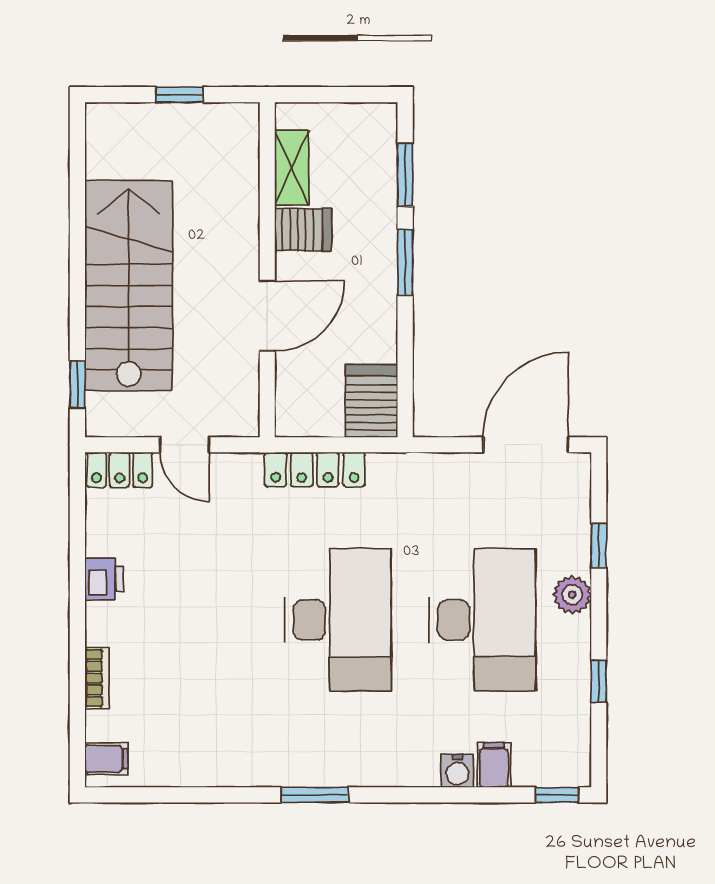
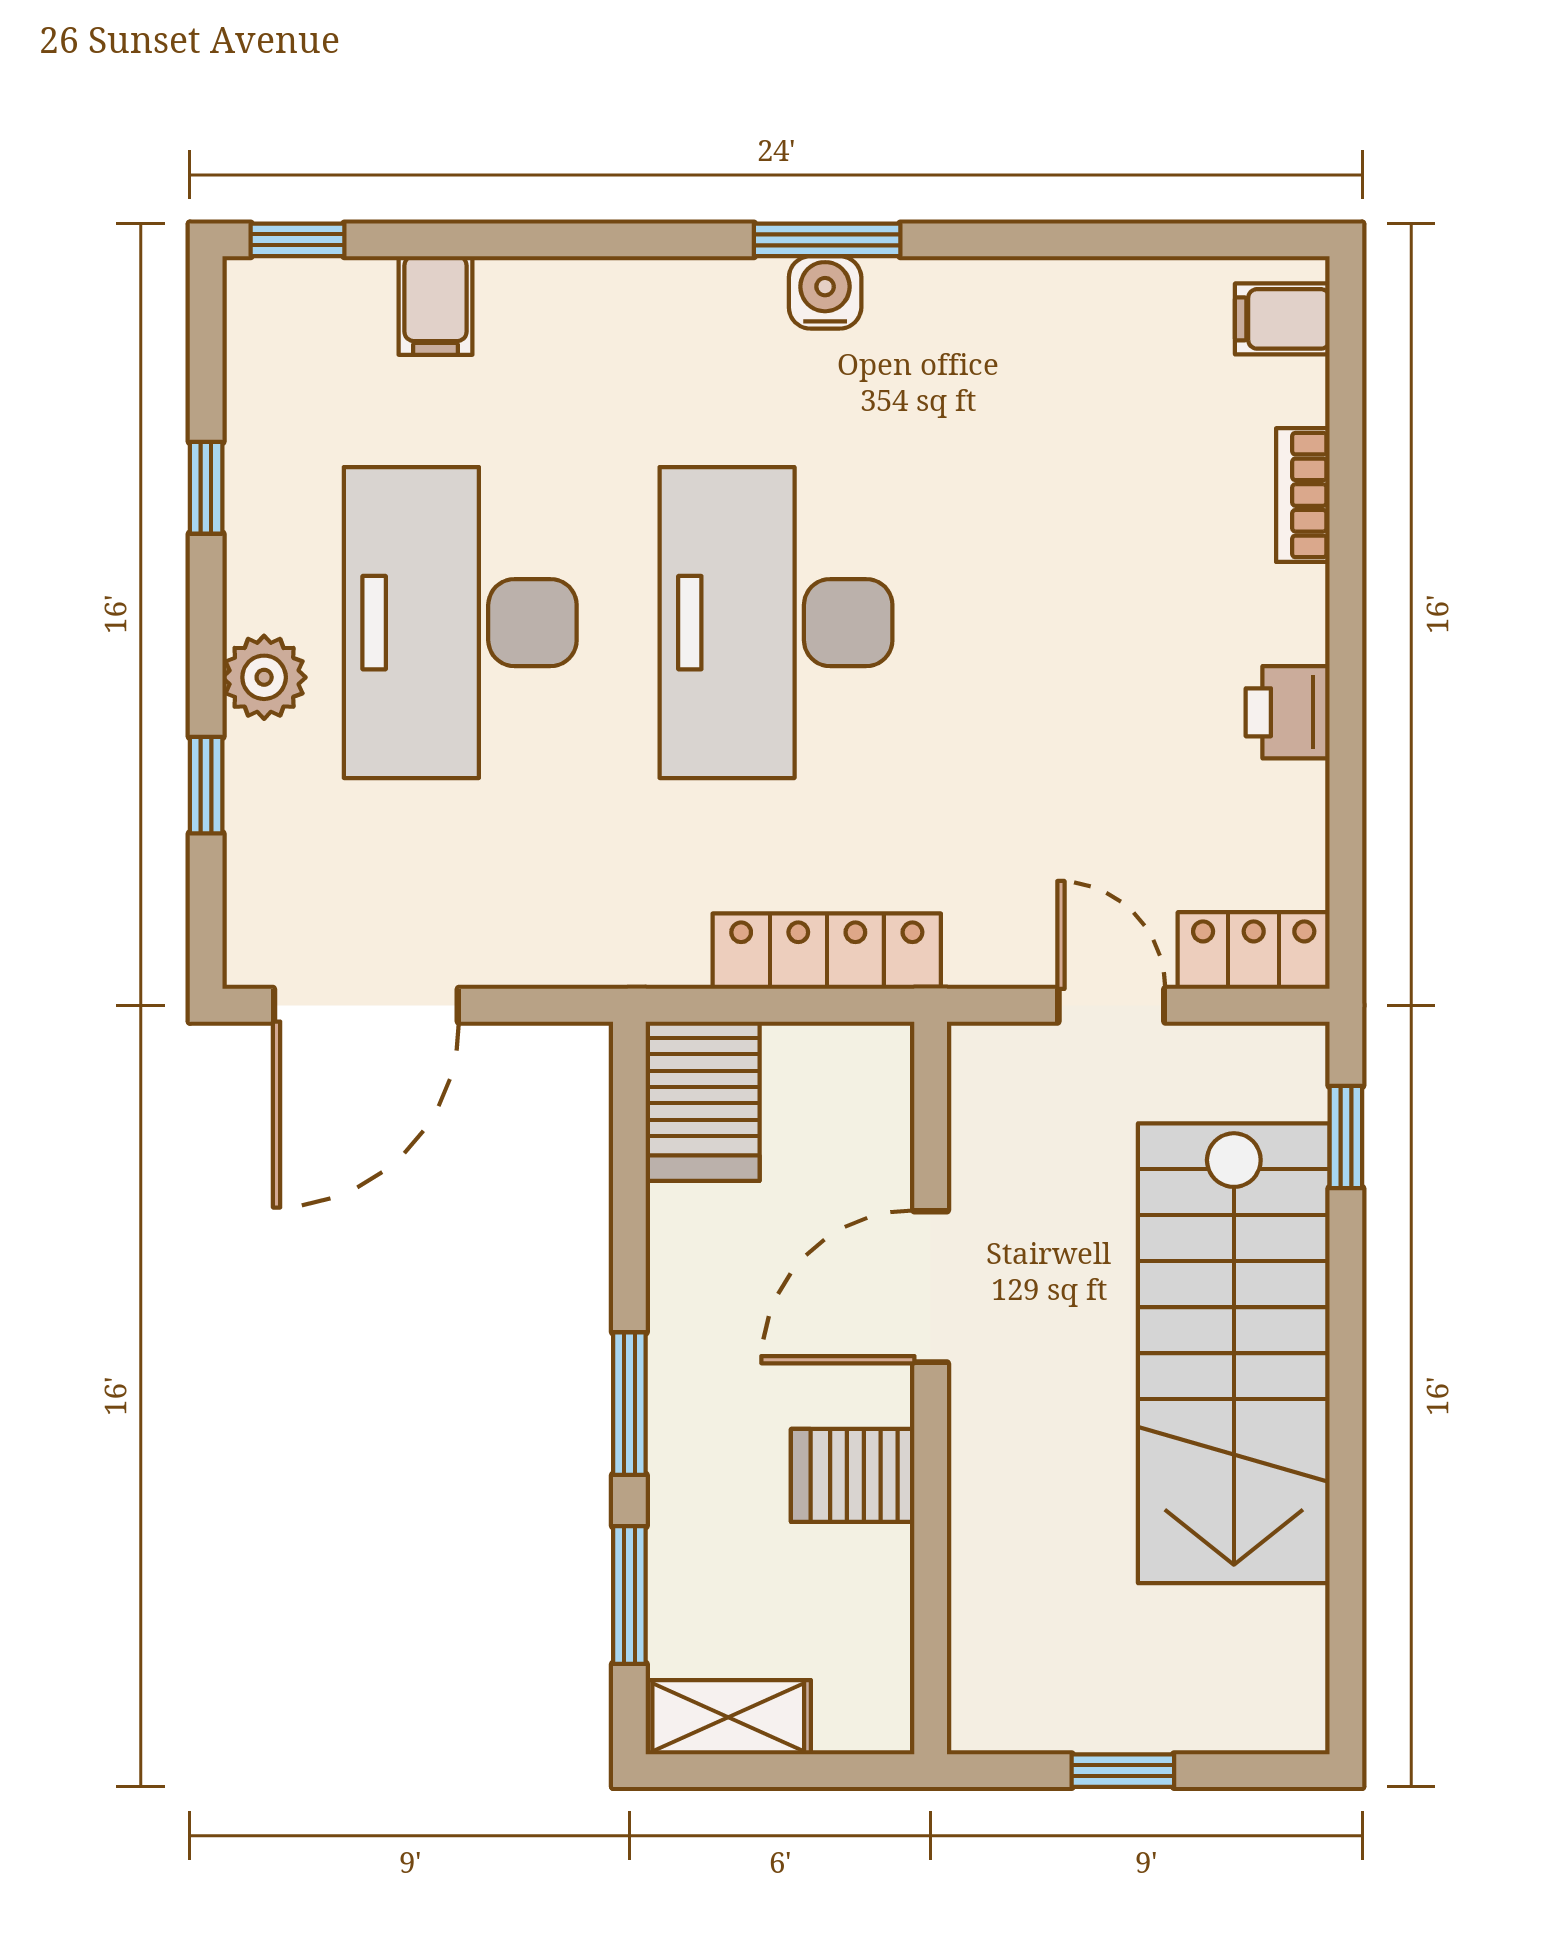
shelving: (292, 168) -> (728, 1717), moved, turned 90
water cooler: (457, 771) -> (825, 292), moved

